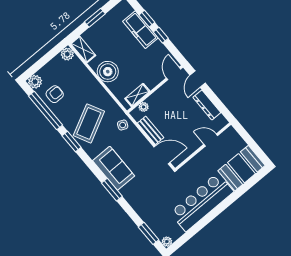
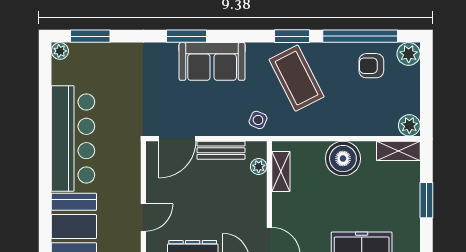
armchair: (55, 94) -> (371, 66), turned 90

